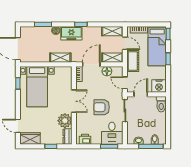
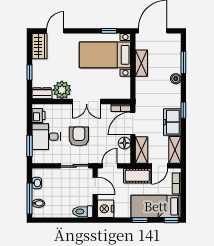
freezer: (71, 33) -> (172, 122), moved
shelving: (60, 58) -> (141, 63), moved
door: (91, 64) -> (133, 123), swing flipped
desk: (112, 133) -> (46, 137), moved

